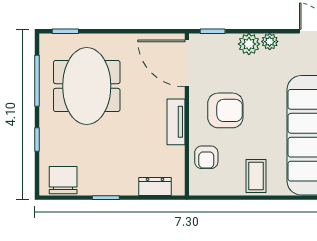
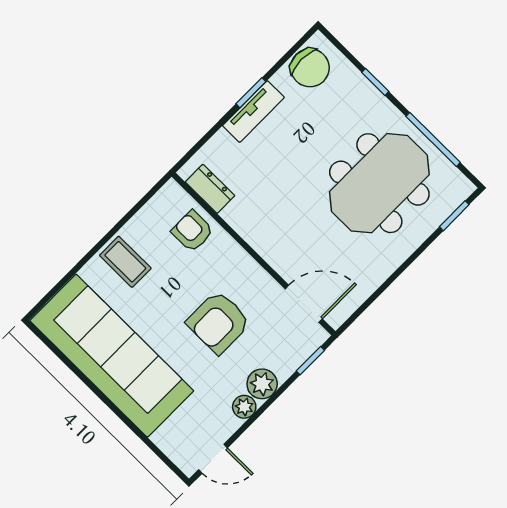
door: (187, 63) -> (304, 304), width x0.73
meeting table: (87, 86) -> (379, 183), turned 90
armchair: (225, 110) -> (218, 322), moved
tv unit: (176, 122) -> (253, 112), moved, turned 90
dresser: (155, 186) -> (210, 189), moved, turned -90

